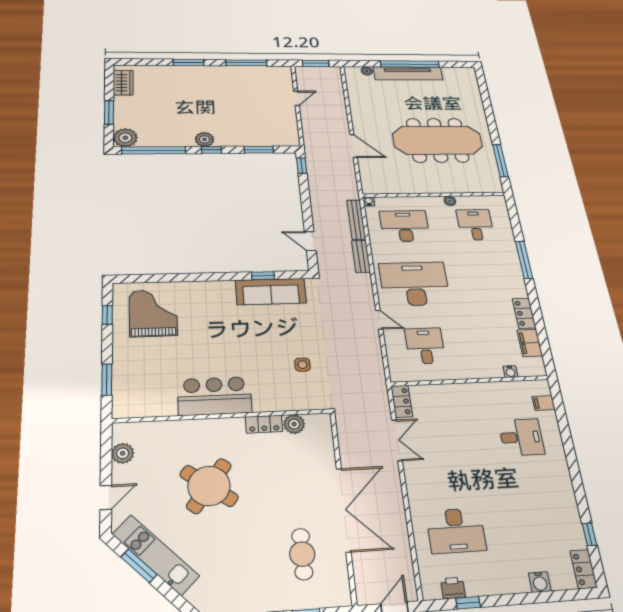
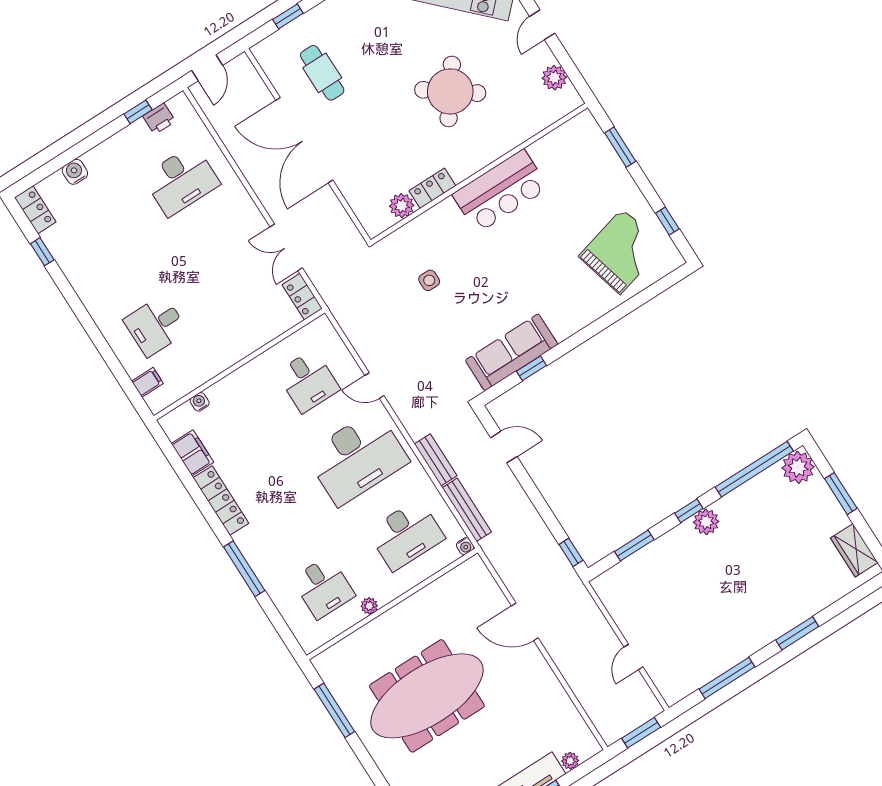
grand piano: (153, 313) -> (621, 251), turned -105
locker: (524, 313) -> (221, 500), width x1.53
desk: (456, 531) -> (181, 180), turned 180

